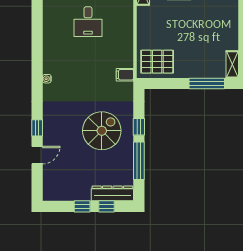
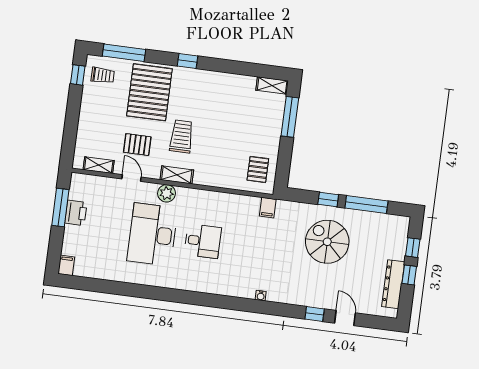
pallet: (157, 62) -> (258, 169), width x0.67, depth x0.71
dresser: (112, 193) -> (393, 284), moved

